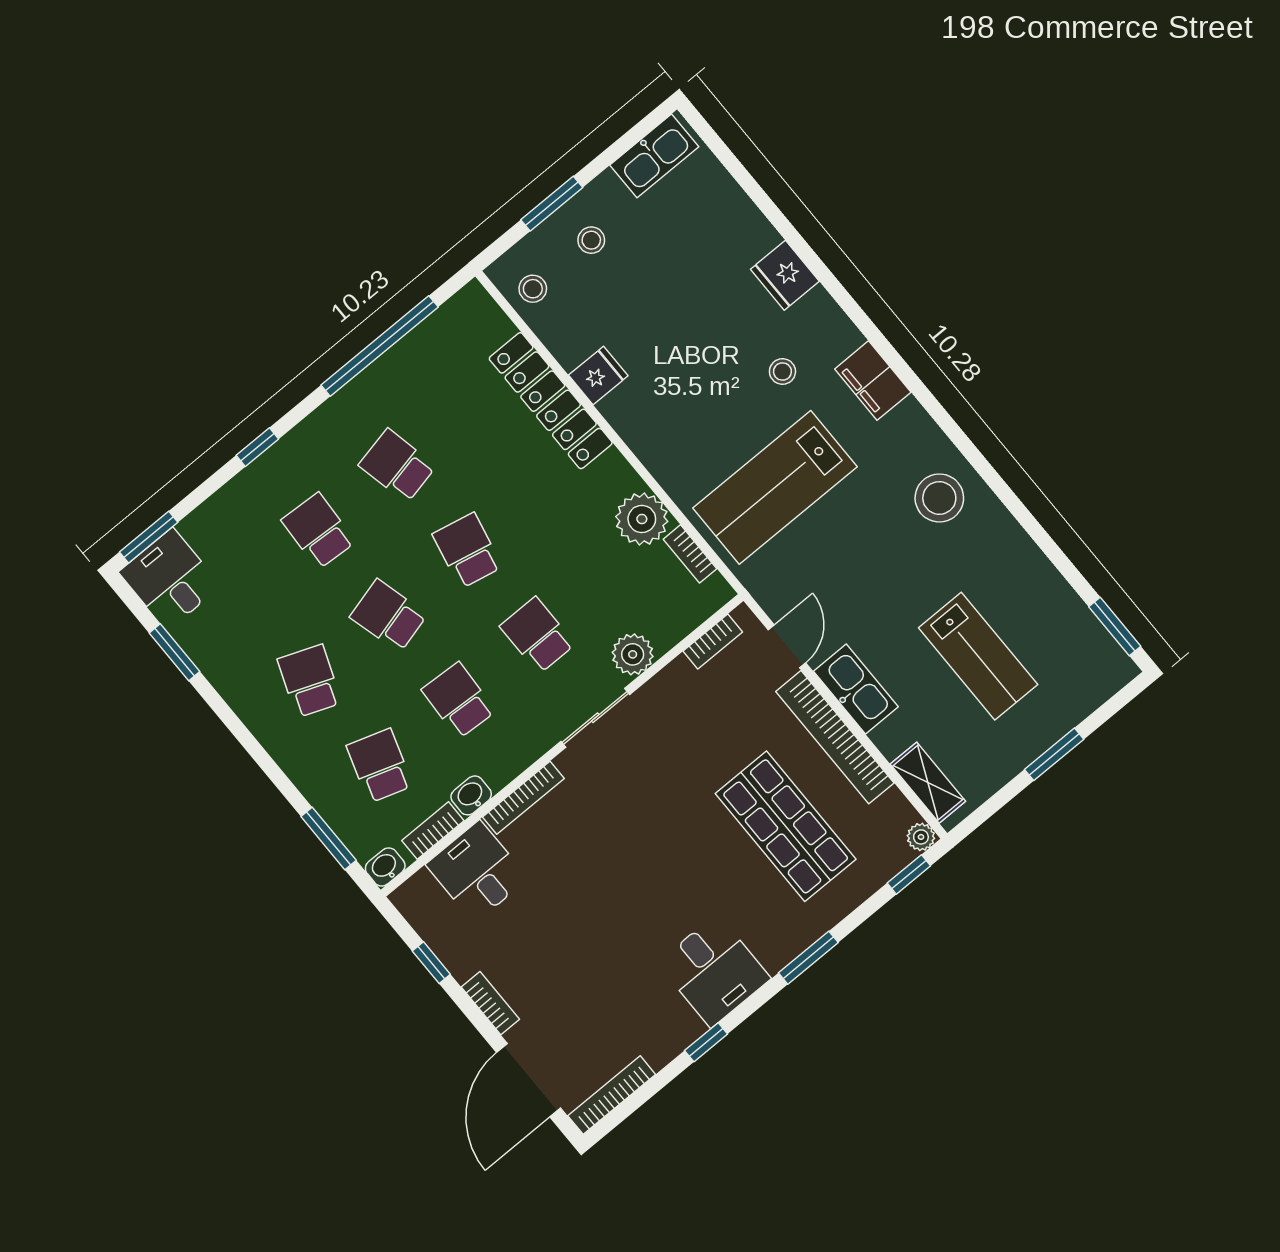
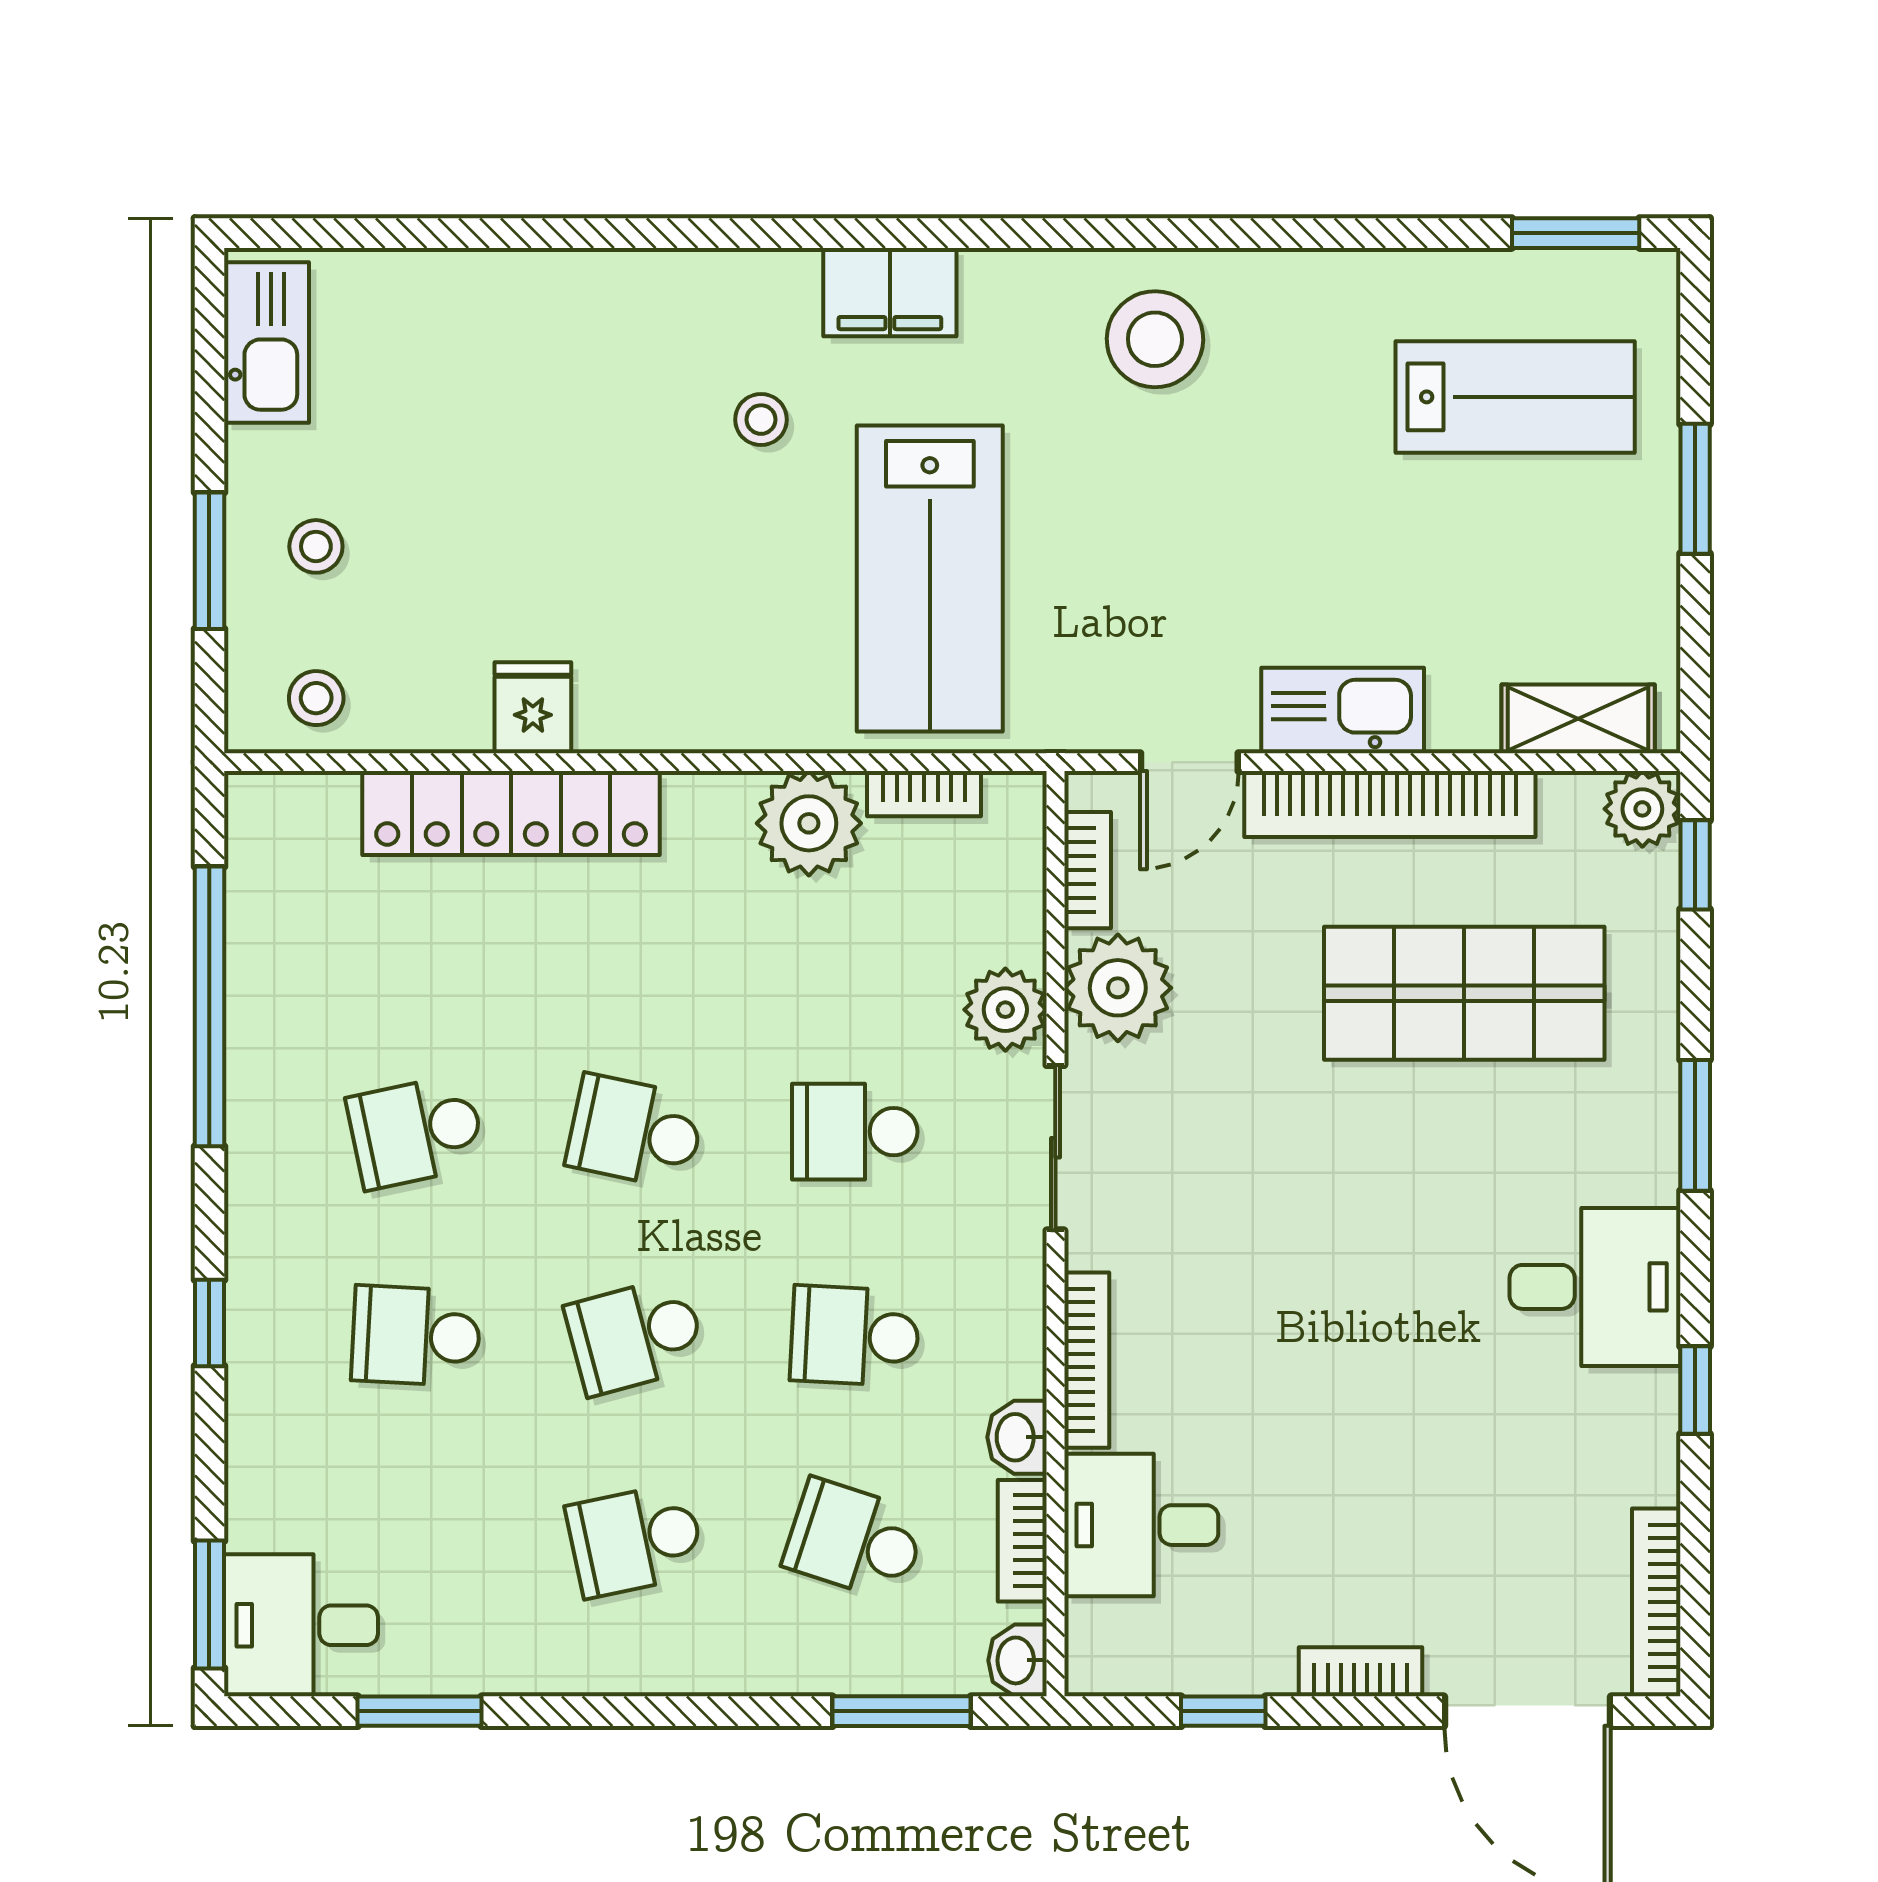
fridge: (785, 275) -> (616, 293), removed
door: (787, 646) -> (1189, 762), swing flipped
lab bench: (978, 656) -> (1515, 397), moved
school desk: (310, 681) -> (635, 1540), turned -33
plant: (677, 691) -> (1118, 988), added
plant: (921, 837) -> (1642, 809), width x1.38, depth x1.38

